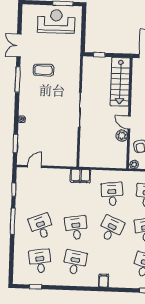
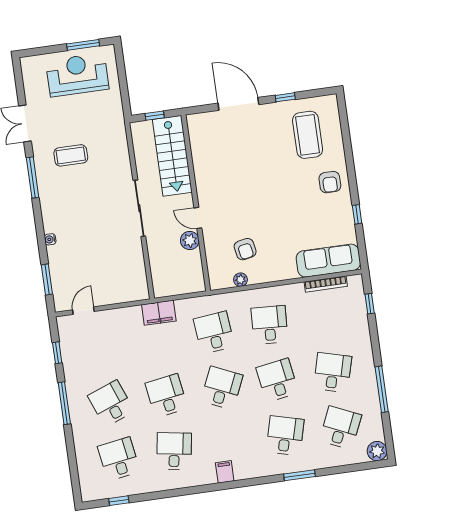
stairs: (120, 82) -> (172, 156), moved
wall: (130, 113) -> (196, 203), moved
door: (129, 123) -> (198, 218), moved
plant: (122, 136) -> (190, 240), moved

